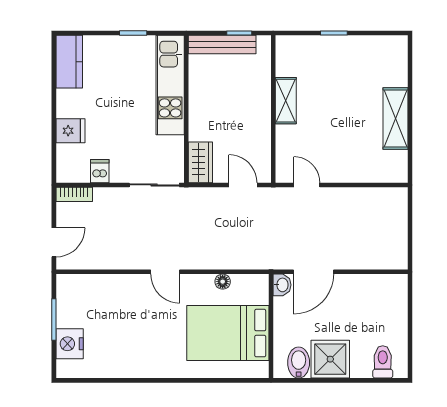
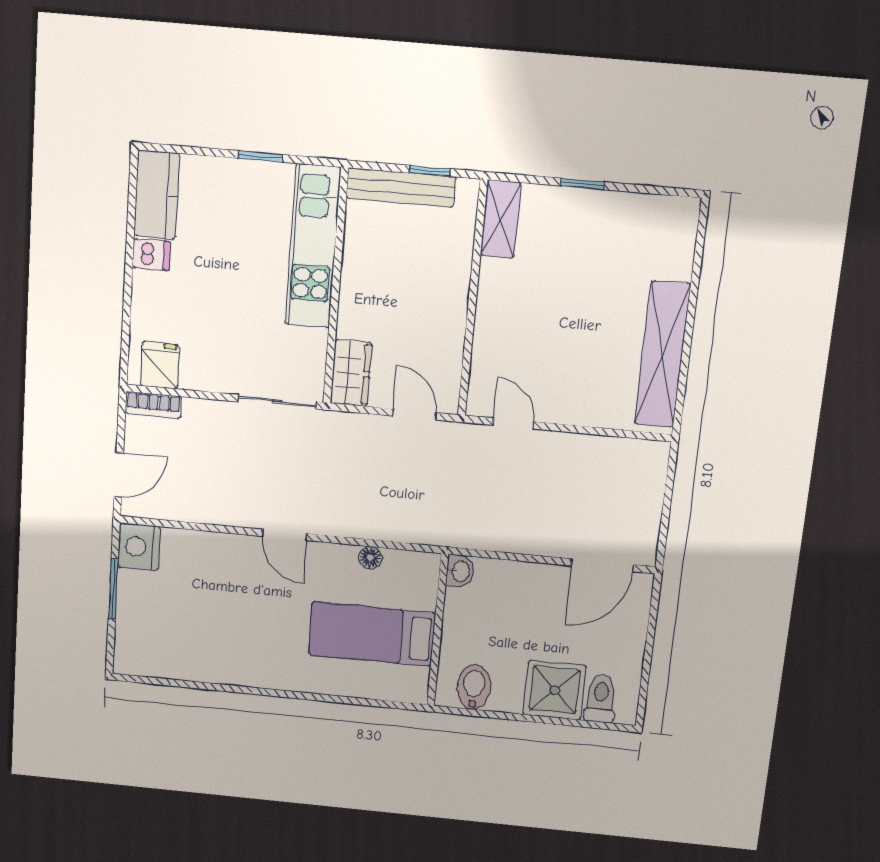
shelving: (286, 101) -> (501, 219), moved
shelving: (395, 118) -> (662, 354), width x1.47
fridge: (70, 131) -> (160, 365), moved, turned -90
dishwasher: (100, 171) -> (151, 255), moved, turned 90
door: (314, 272) -> (602, 565), moved
bed: (228, 333) -> (372, 634), width x0.67
nightstand: (70, 344) -> (139, 547), moved
shower: (330, 359) -> (555, 690), moved

